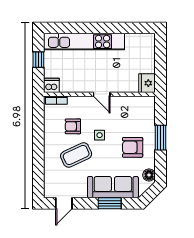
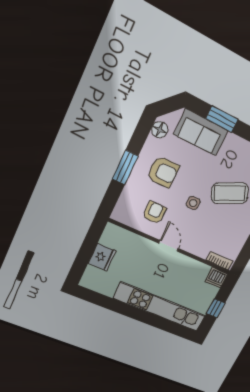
fridge: (147, 83) -> (102, 257), moved
armchair: (73, 126) -> (154, 213), moved, turned -90
sofa: (113, 187) -> (201, 132), width x0.73

